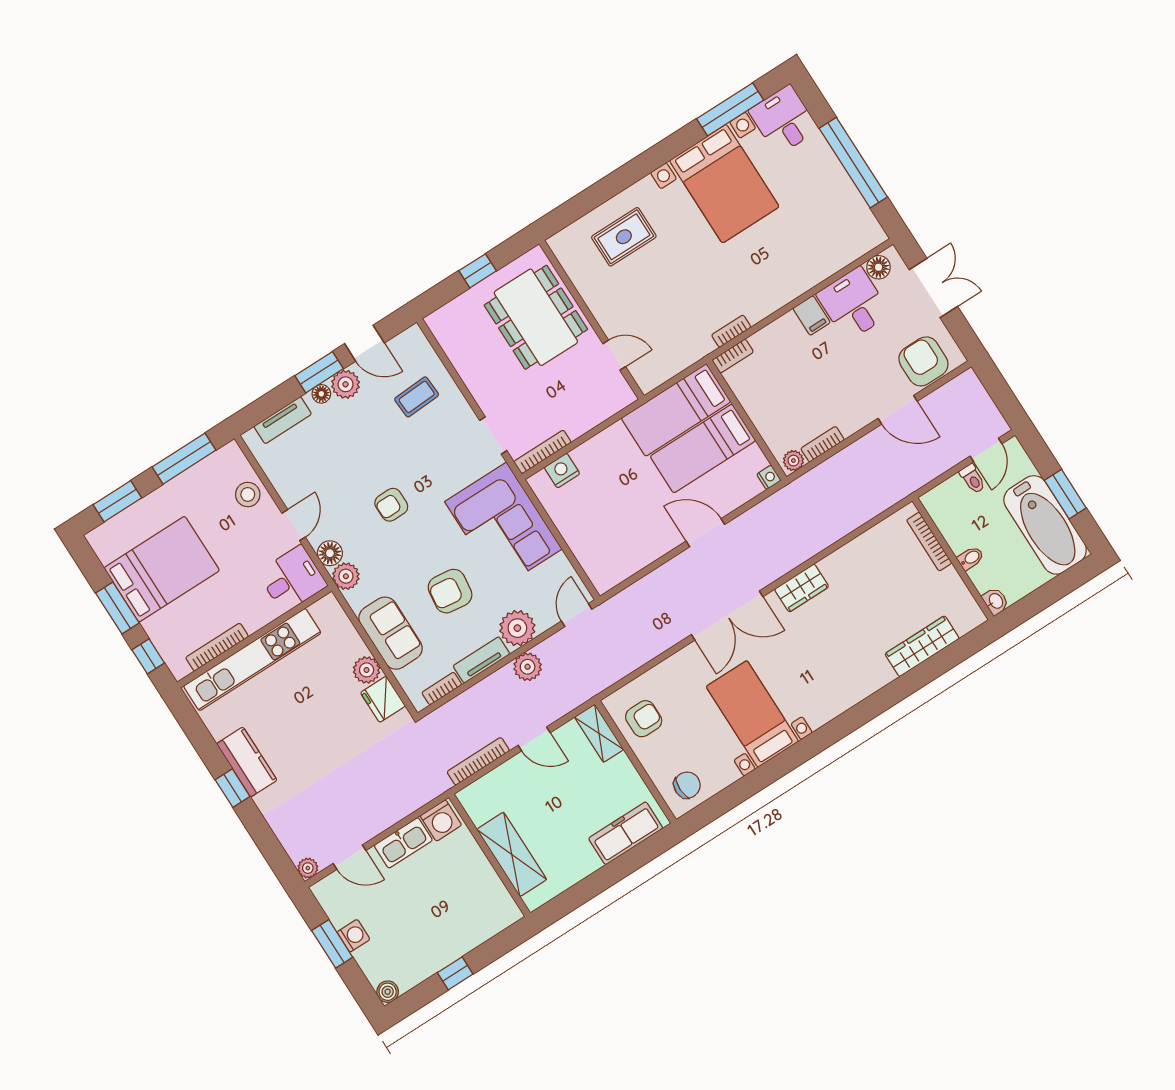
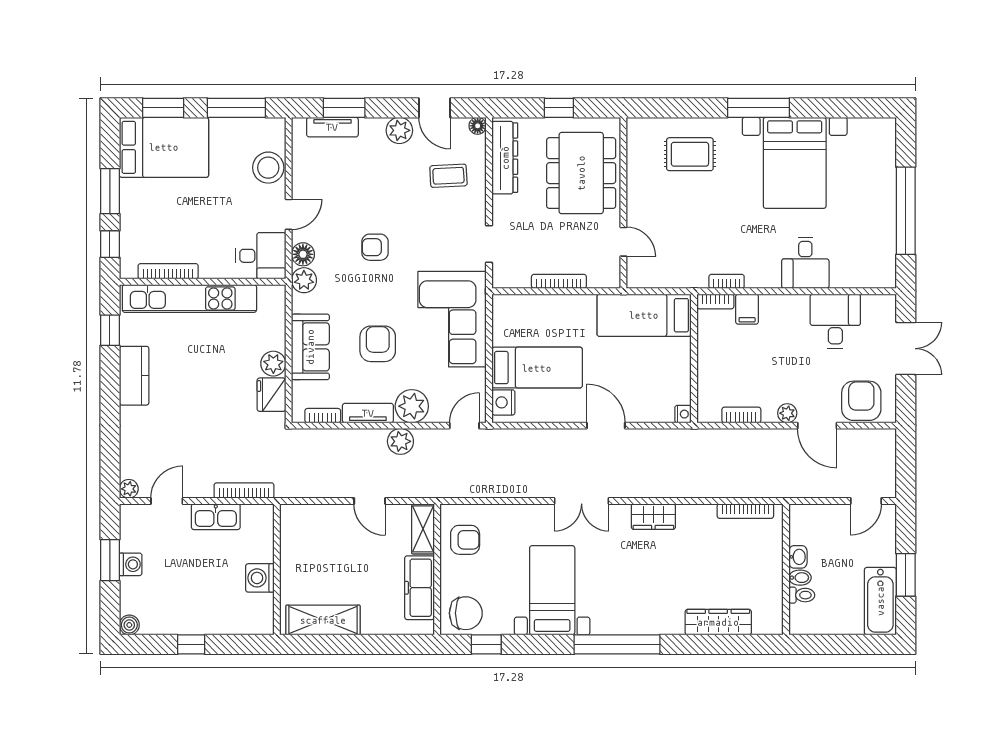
window: (730, 109) -> (758, 108), moved
desk: (784, 120) -> (805, 263), moved, turned 180
floor lamp: (879, 267) -> (873, 305), removed
filing cabinet: (812, 315) -> (747, 309), moved
dresser: (457, 348) -> (505, 158), added
window: (319, 372) -> (344, 108), moved
floor lamp: (321, 394) -> (478, 126), moved
bed: (703, 448) -> (537, 368), moved, turned 180
bookcase: (543, 452) -> (559, 281), moved
plant: (793, 461) -> (787, 413), moved
nightstand: (562, 471) -> (503, 402), moved, turned -90
toilet: (973, 479) -> (802, 595), moved, turned -90
stool: (248, 494) -> (268, 168), width x1.38, depth x1.38
bathtub: (1045, 525) -> (880, 601), width x0.73, depth x0.73
bookcase: (929, 542) -> (745, 511), moved, turned -90
bed: (162, 569) -> (164, 147), moved
armchair: (450, 591) -> (378, 344), turned 83
washbasin: (996, 601) -> (798, 557), moved
double door: (727, 616) -> (582, 501), width x0.73
window: (843, 725) -> (617, 644), added
bookcase: (478, 761) -> (244, 491), moved
chair: (687, 785) -> (466, 613), width x1.37, depth x1.37
window: (233, 788) -> (110, 330), moved
window: (724, 802) -> (486, 644), added
washing machine: (441, 820) -> (260, 578), moved, turned 90
freezer: (626, 833) -> (420, 588), moved, turned -90
shelving: (512, 854) -> (323, 620), moved, turned 90
door: (350, 857) -> (167, 501), swing flipped

